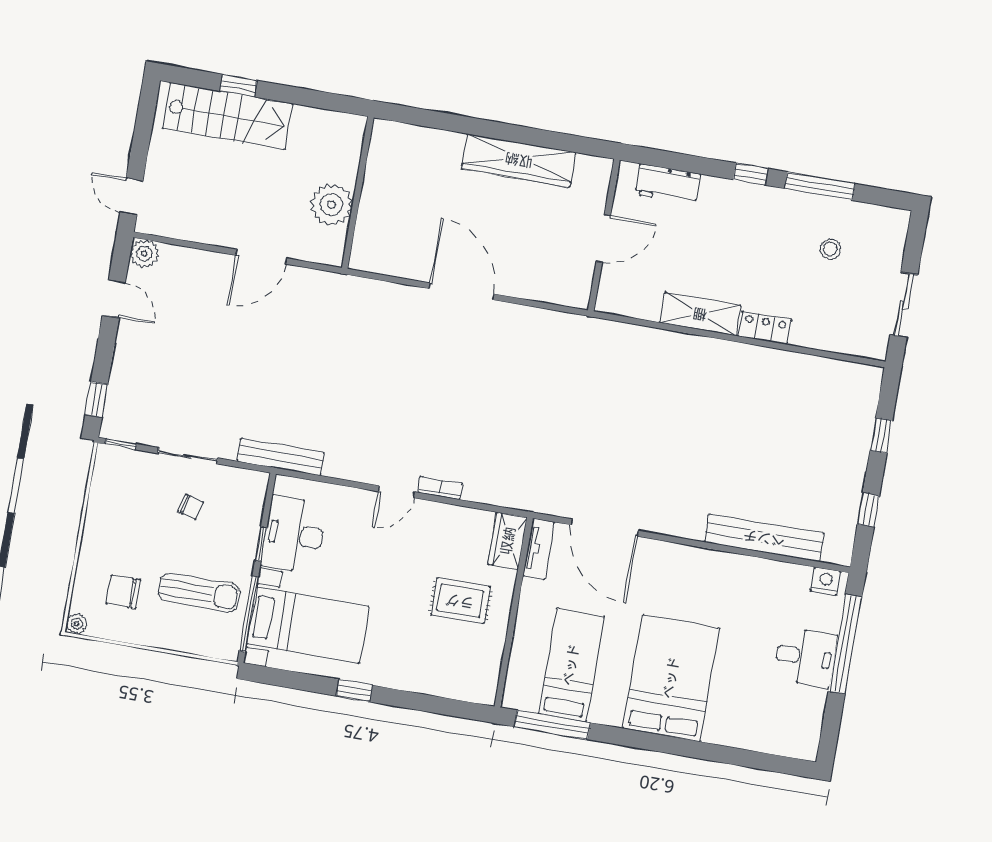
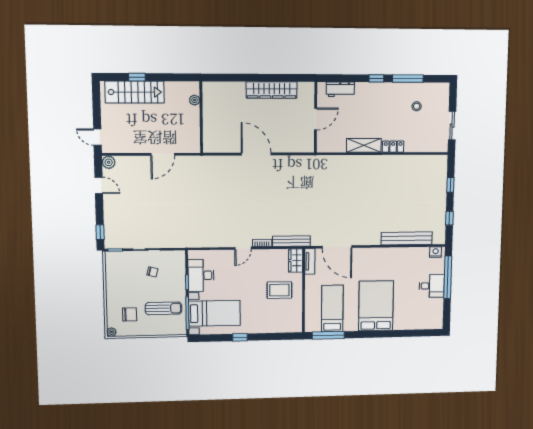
plant: (332, 205) -> (195, 100), moved, width x0.53, depth x0.53
bench: (281, 457) -> (291, 241), moved
chair: (123, 592) -> (130, 314), turned 180

